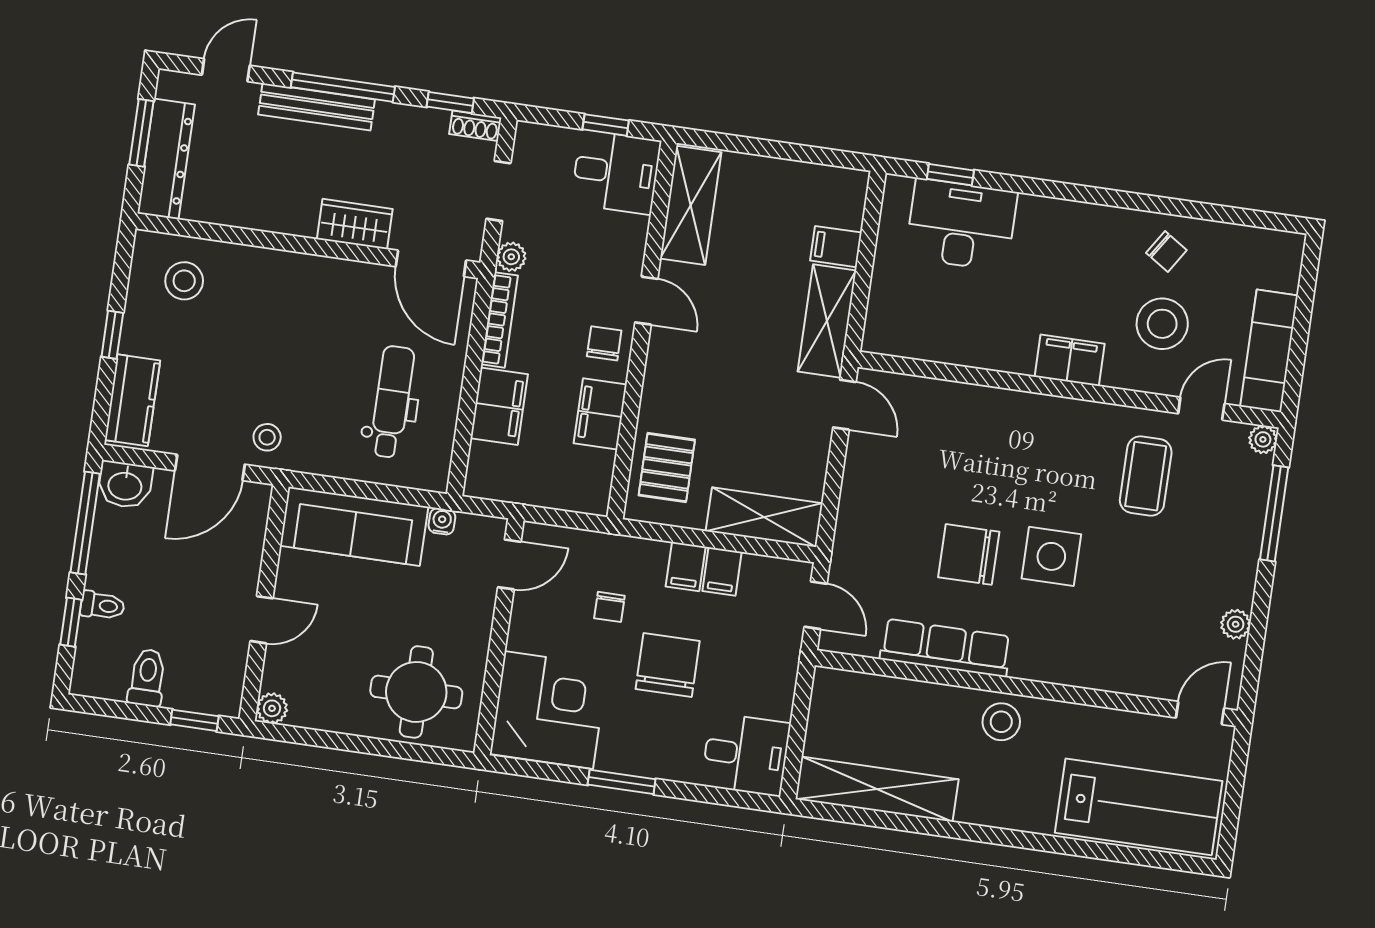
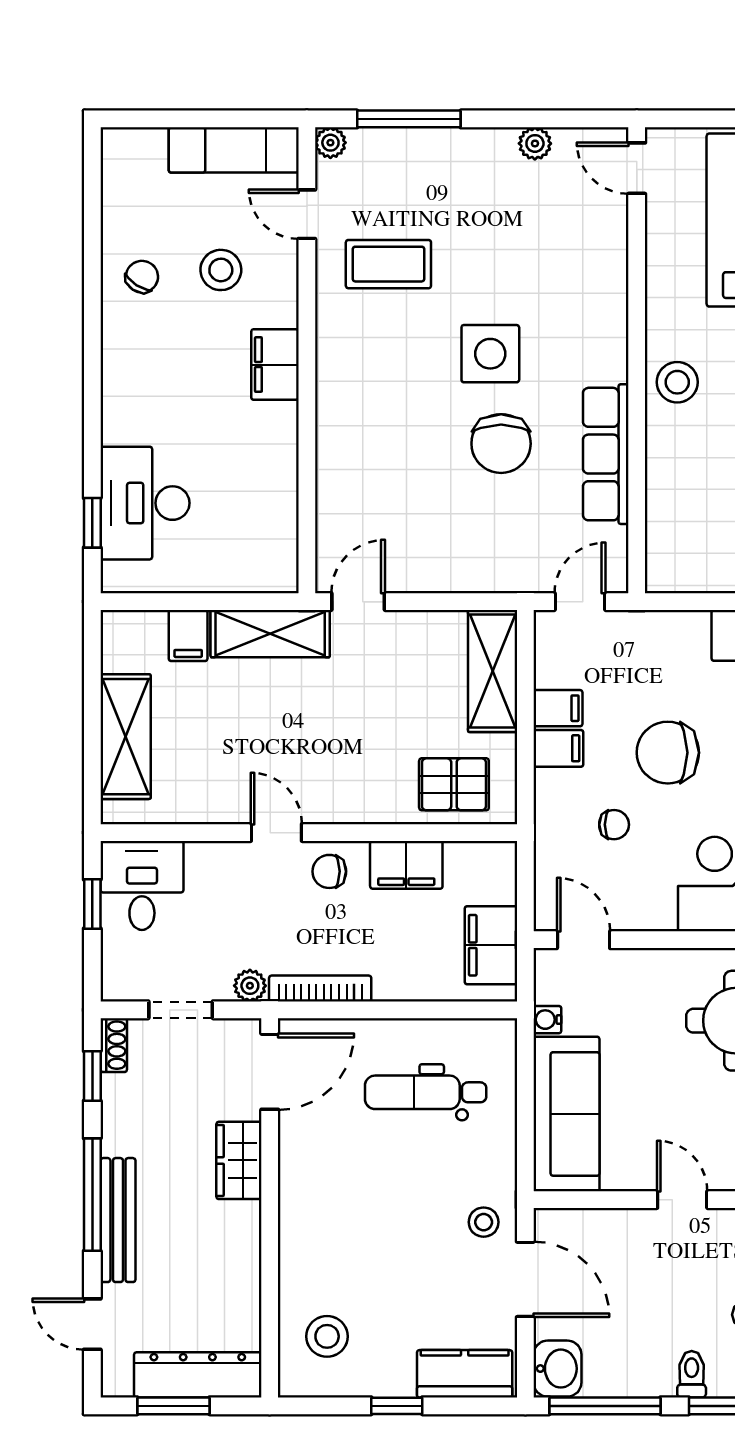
shelving: (691, 205) -> (126, 737), moved, turned 90
door: (646, 301) -> (276, 833), hinge flipped
stool: (1162, 324) -> (221, 270), width x0.73, depth x0.73
filing cabinet: (499, 406) -> (491, 945), moved, turned -90

